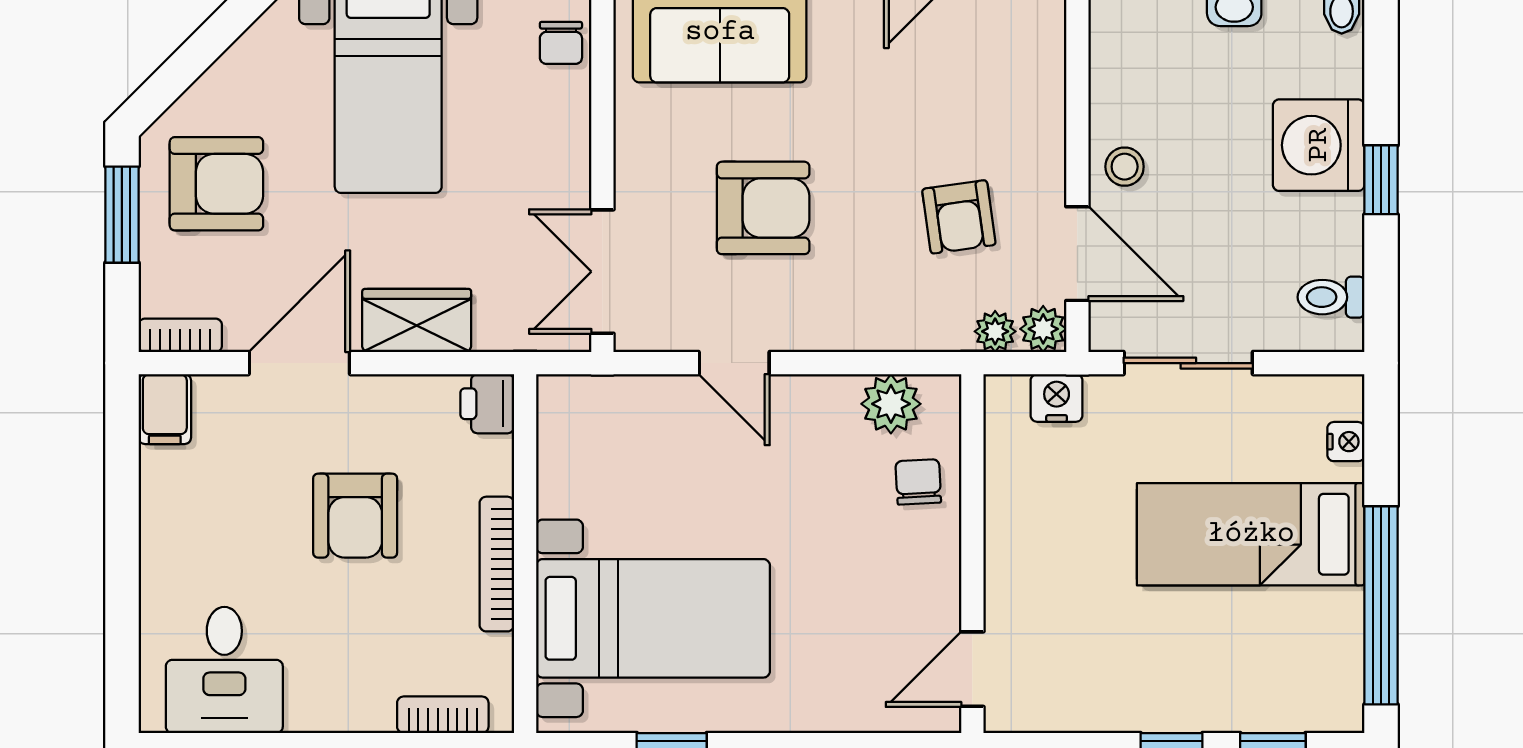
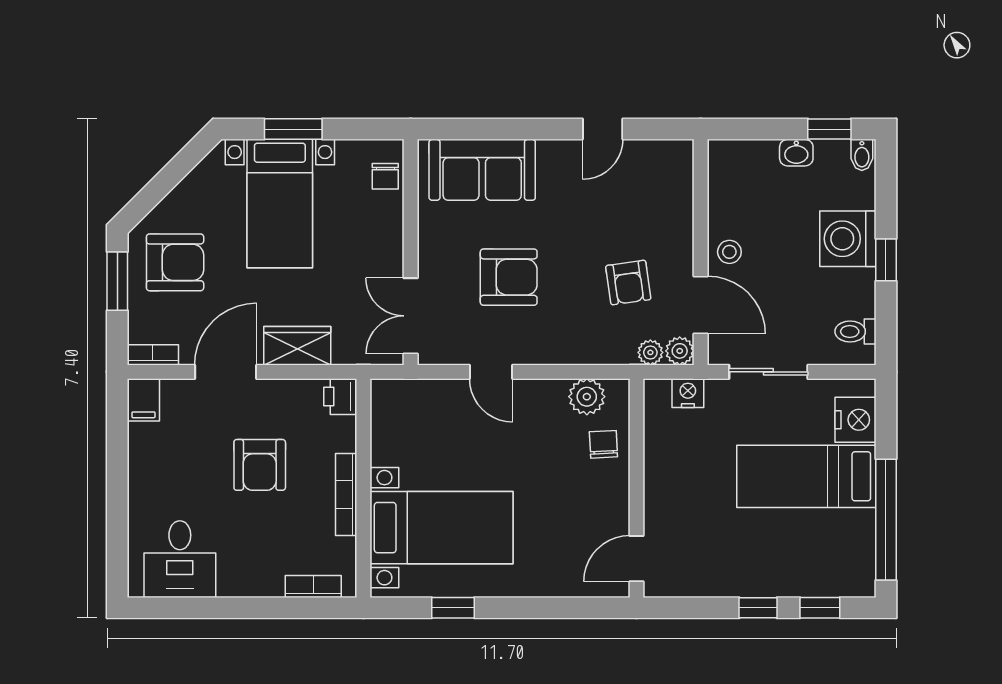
nightstand: (1346, 442) -> (856, 420), width x1.89, depth x1.79

